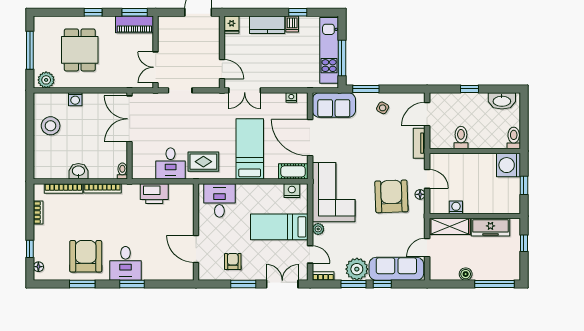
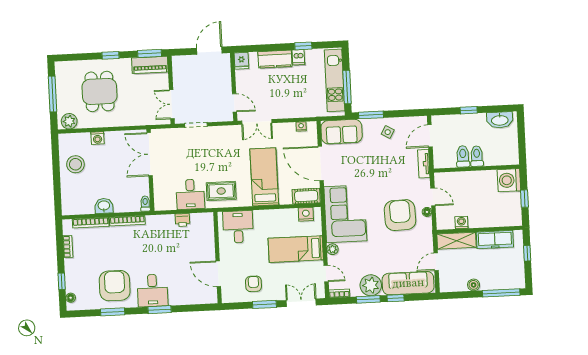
toilet: (514, 138) -> (477, 156), moved
printer: (154, 194) -> (182, 220), width x0.53, depth x0.68

